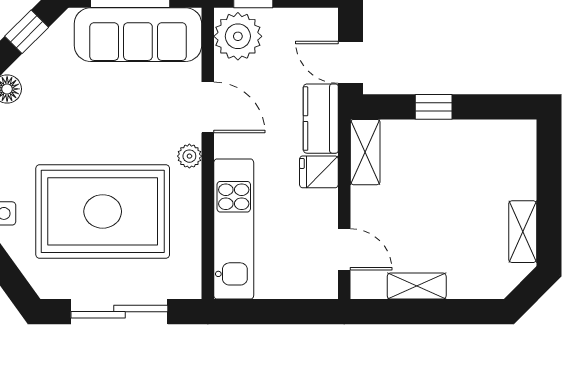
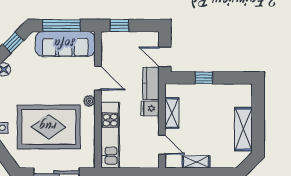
plant: (238, 36) -> (112, 45), removed
shelving: (365, 152) -> (172, 113), moved
shelving: (523, 232) -> (243, 129), width x1.50, depth x1.33

